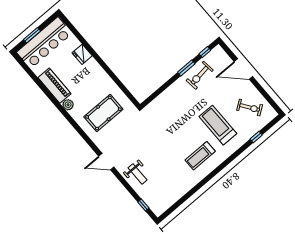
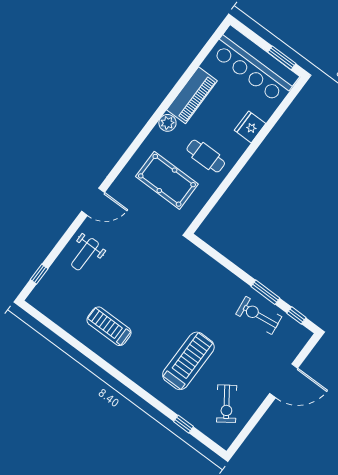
window: (32, 35) -> (282, 58), moved
door: (243, 69) -> (284, 381), swing flipped
cafe table: (94, 86) -> (206, 156), added
treadmill: (200, 156) -> (109, 326), moved
door: (106, 162) -> (93, 202), swing flipped

